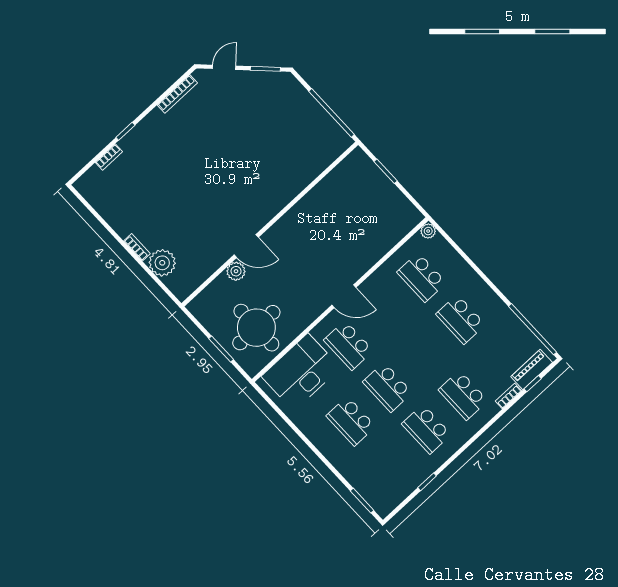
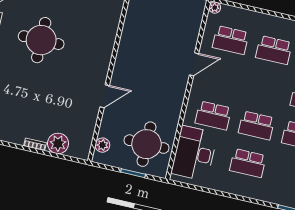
round table: (219, 140) -> (41, 40), added
plant: (236, 271) -> (102, 145), moved
door: (344, 296) -> (194, 64), moved

